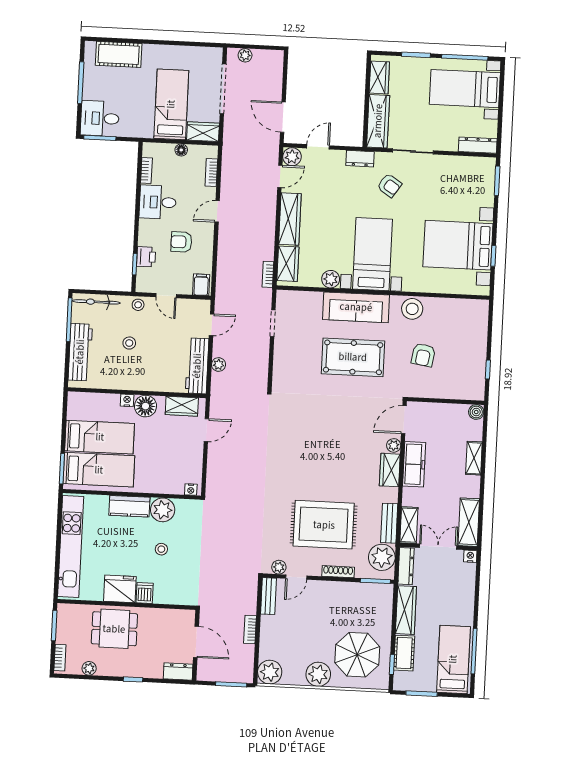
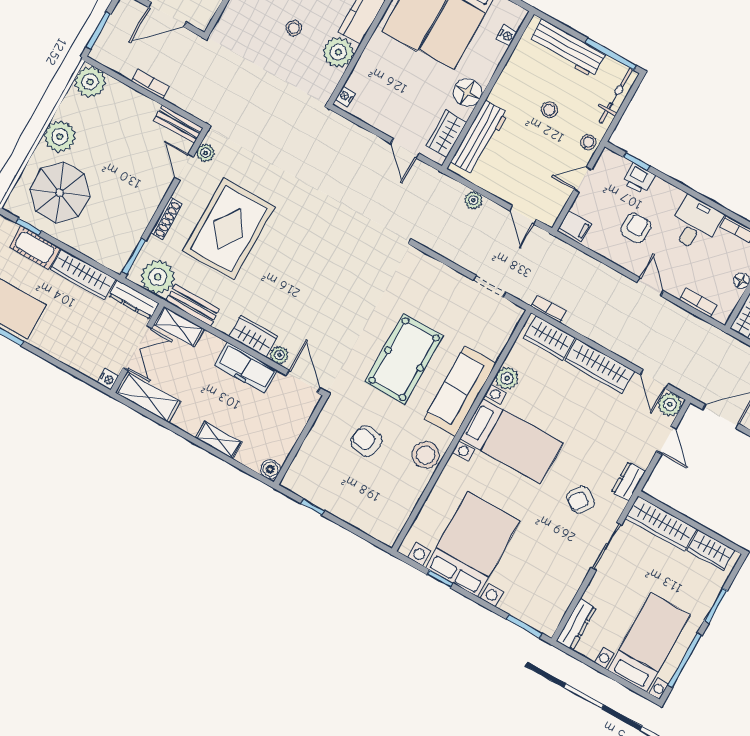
workbench: (197, 366) -> (480, 138), moved, turned 90
nightstand: (127, 400) -> (507, 36), moved

